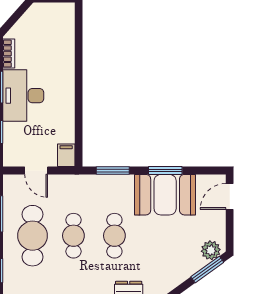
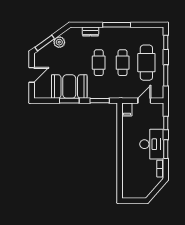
door: (36, 171) -> (144, 101), hinge flipped
door: (230, 196) -> (32, 75), moved
plant: (211, 250) -> (59, 42), moved

